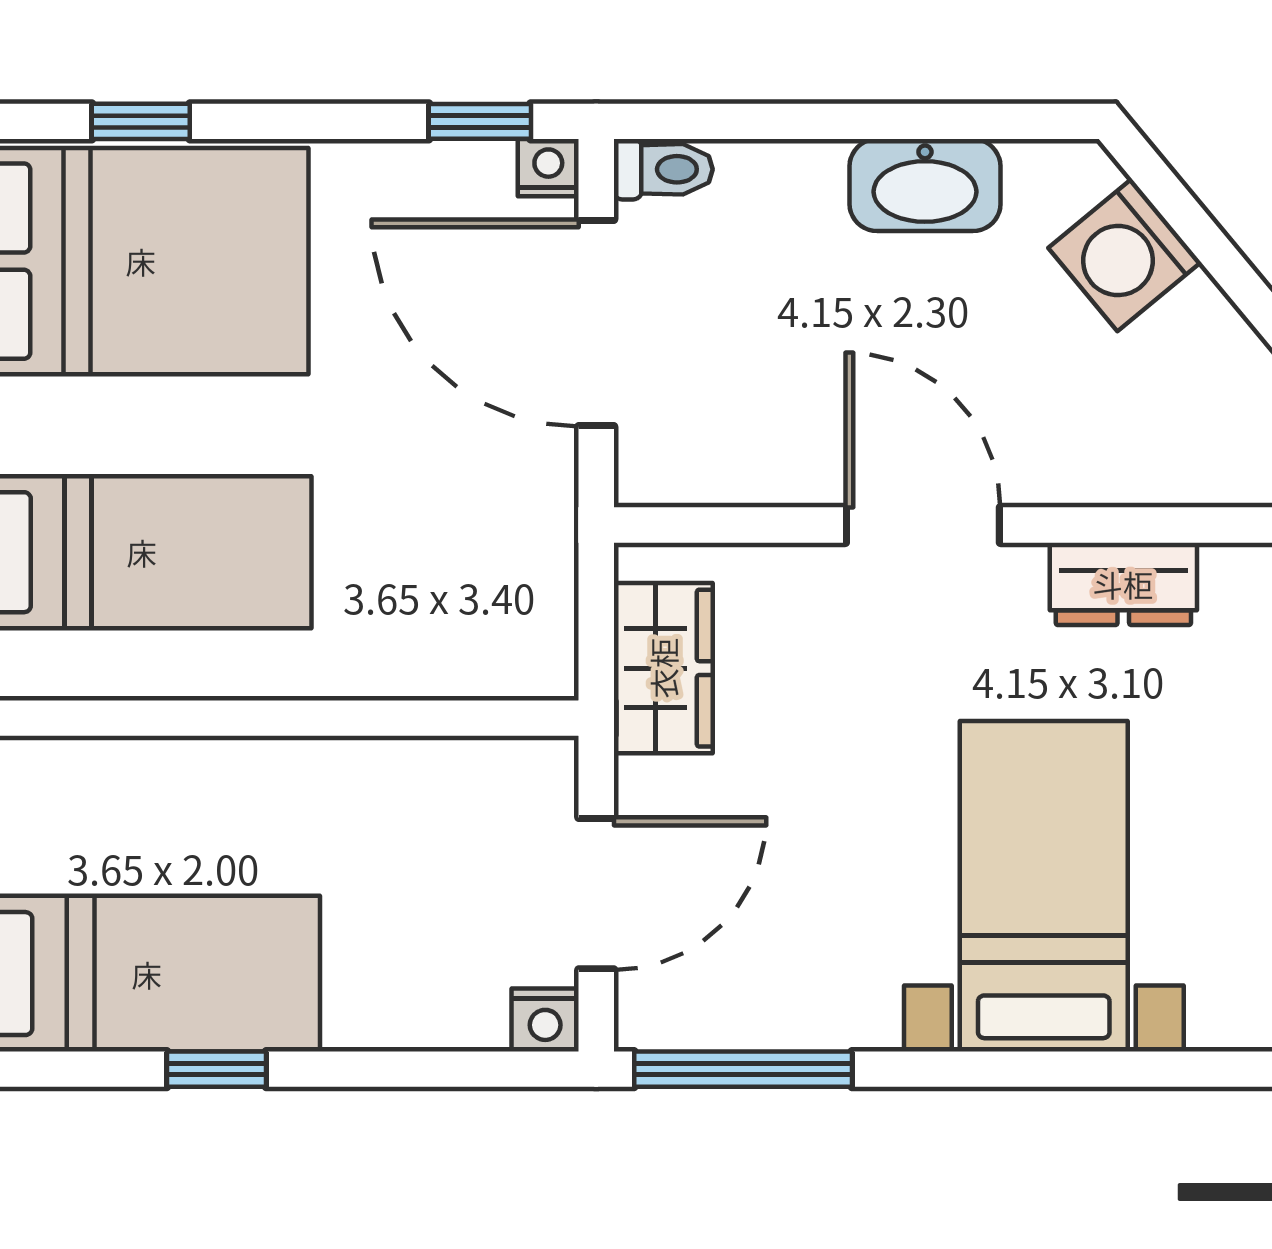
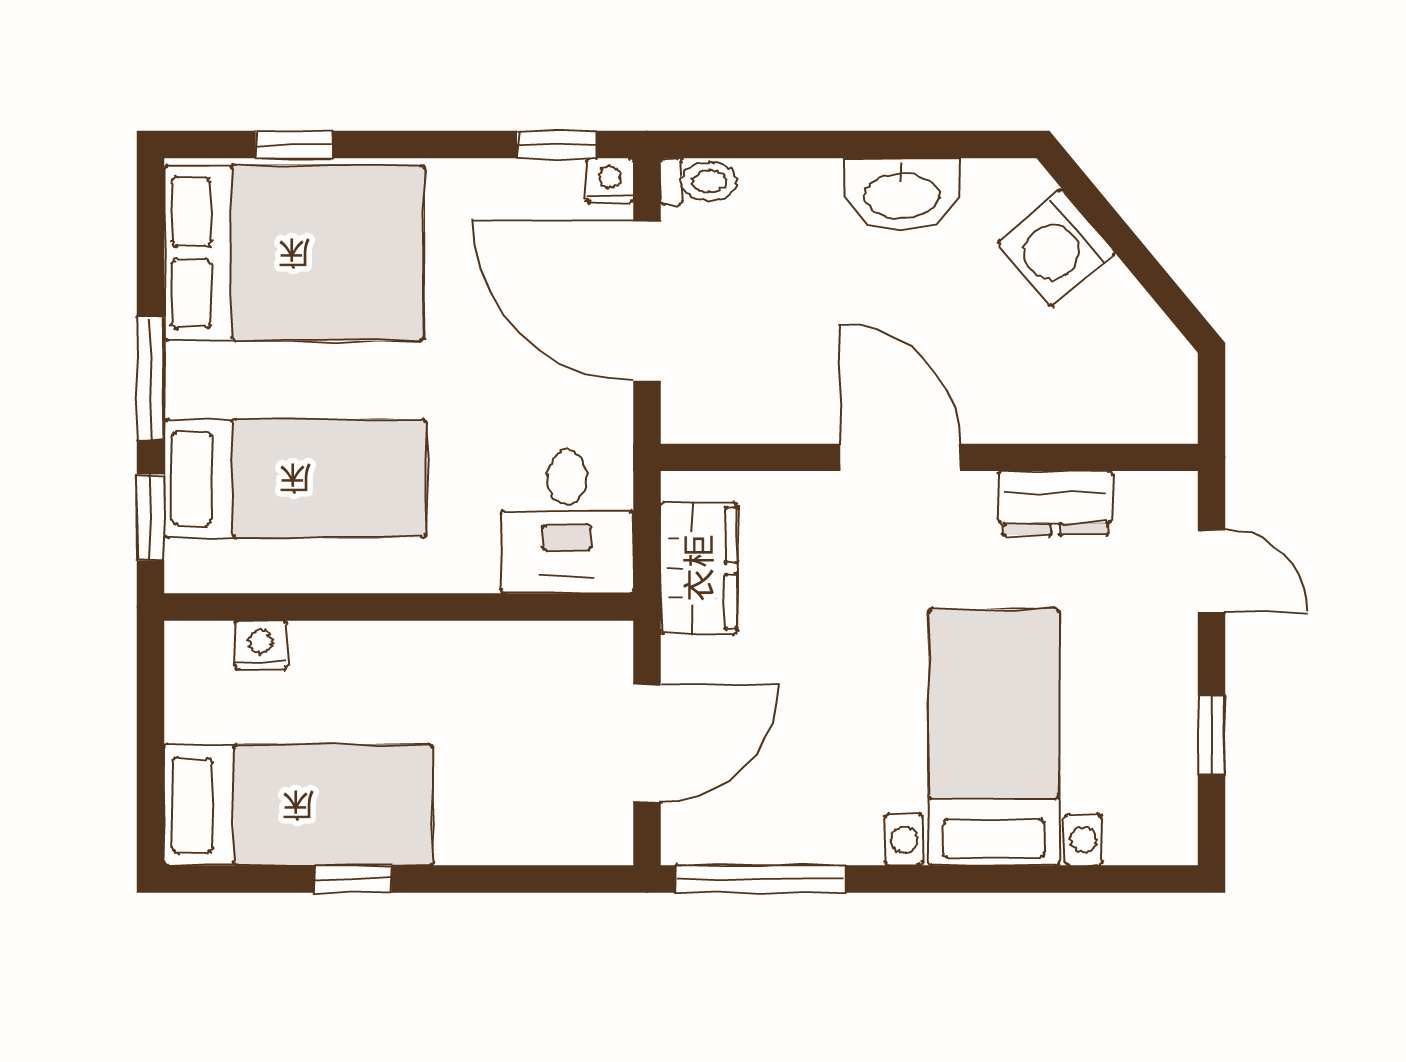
desk: (493, 608) -> (567, 522), added
nightstand: (545, 1020) -> (261, 645), moved, turned 180

